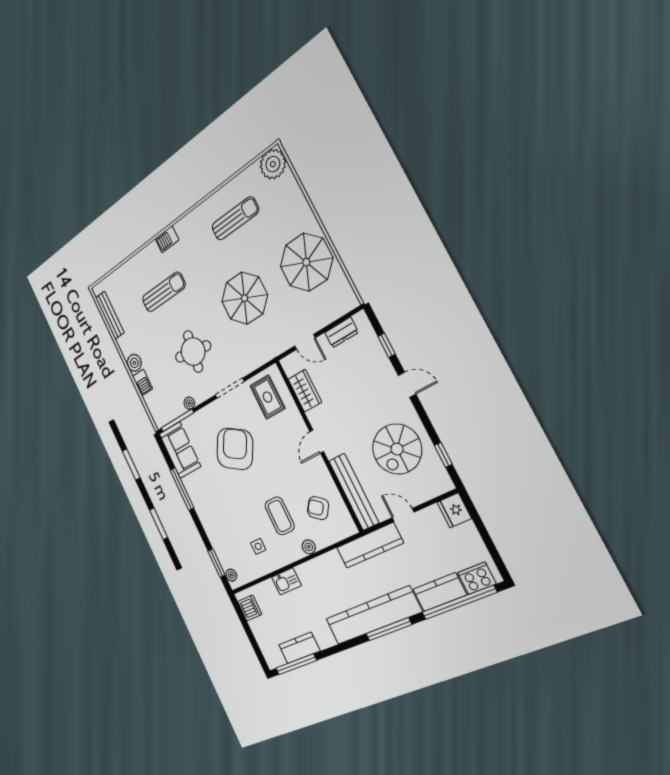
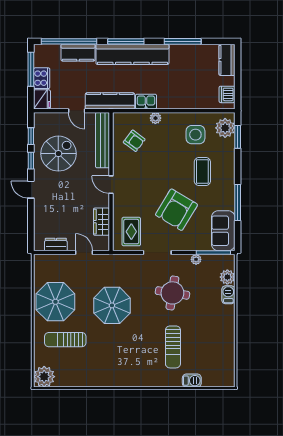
sun lounger: (235, 218) -> (65, 340), moved
barbecue: (167, 239) -> (192, 381), moved
sun lounger: (164, 292) -> (173, 347), turned -90
bench: (110, 315) -> (229, 358), removed
window: (387, 345) -> (31, 161), moved
plant: (134, 363) -> (227, 277), moved
door: (317, 442) -> (111, 185), swing flipped
coffee table: (280, 516) -> (202, 172), moved
window: (490, 545) -> (31, 69), added
side table: (258, 546) -> (195, 135), width x1.87, depth x1.87
plant: (231, 575) -> (225, 128), width x1.88, depth x1.88
cooker: (477, 578) -> (42, 78), moved, turned -90
kitchen sink: (286, 581) -> (146, 102), moved
kitchen counter: (299, 648) -> (227, 60), moved, turned 90
window: (296, 664) -> (183, 41), moved

